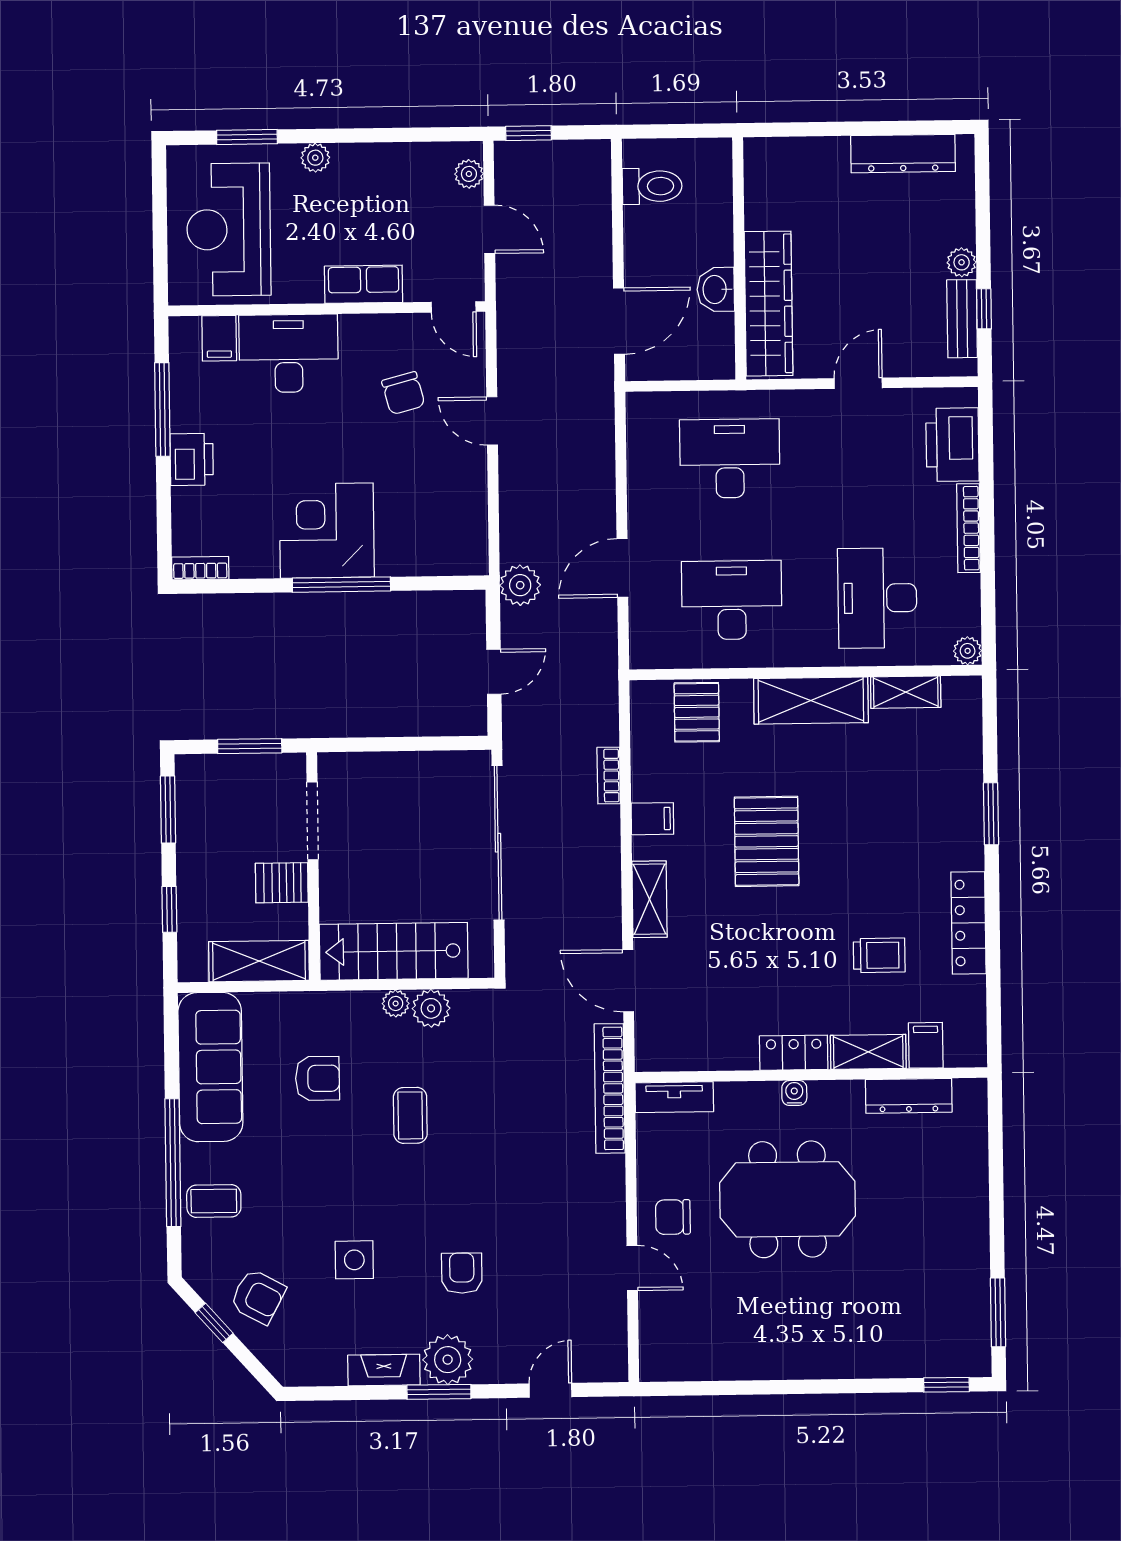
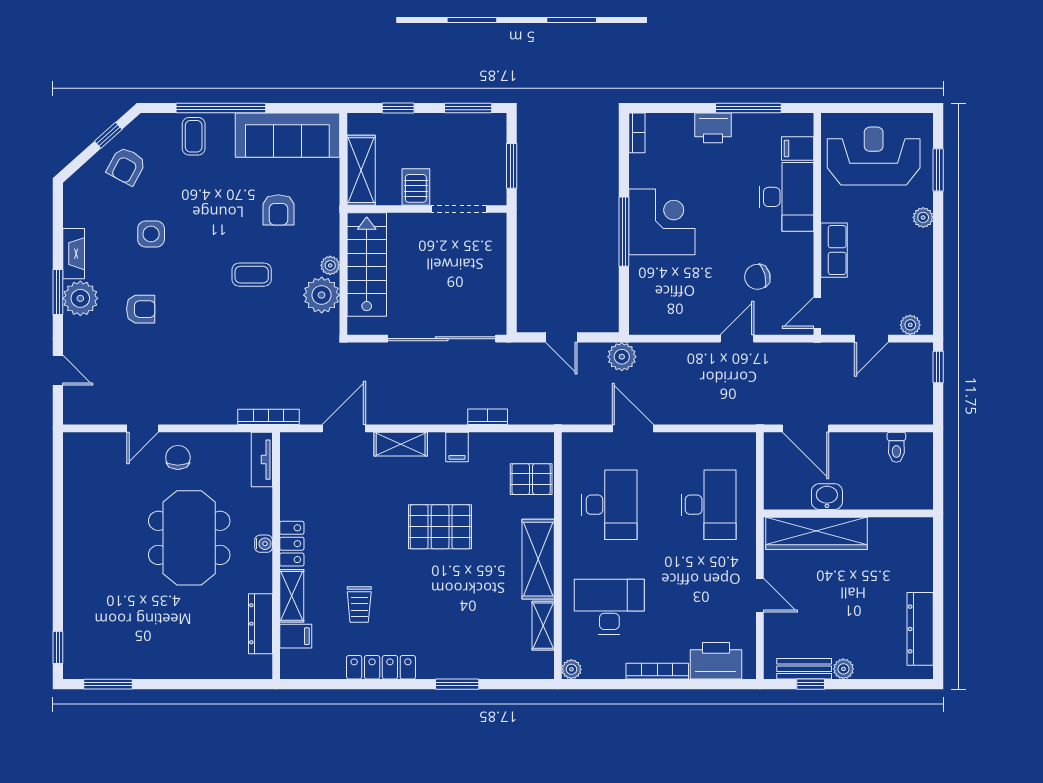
toilet: (652, 186) -> (896, 447), width x0.73, depth x0.72
plant: (431, 1008) -> (322, 295), width x1.36, depth x1.36
bookcase: (610, 1088) -> (269, 417), width x0.68, depth x0.76

